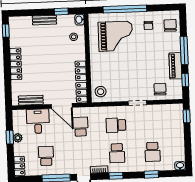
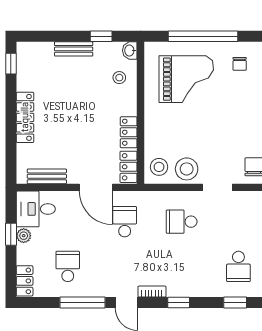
stool: (118, 92) -> (187, 169), added
desk: (38, 121) -> (36, 209), moved, turned -90
school desk: (117, 153) -> (182, 266), removed

